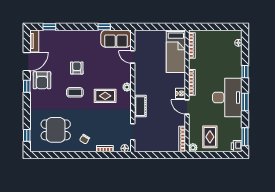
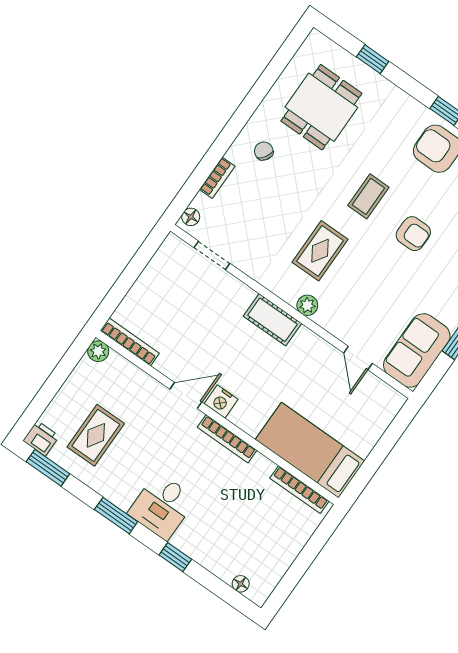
door: (133, 57) -> (358, 358), swing flipped
desk: (227, 98) -> (162, 506), width x0.53, depth x0.77
cot: (140, 106) -> (272, 320), moved
window: (27, 135) -> (373, 59), moved
rug: (210, 137) -> (96, 435), moved, turned 90

